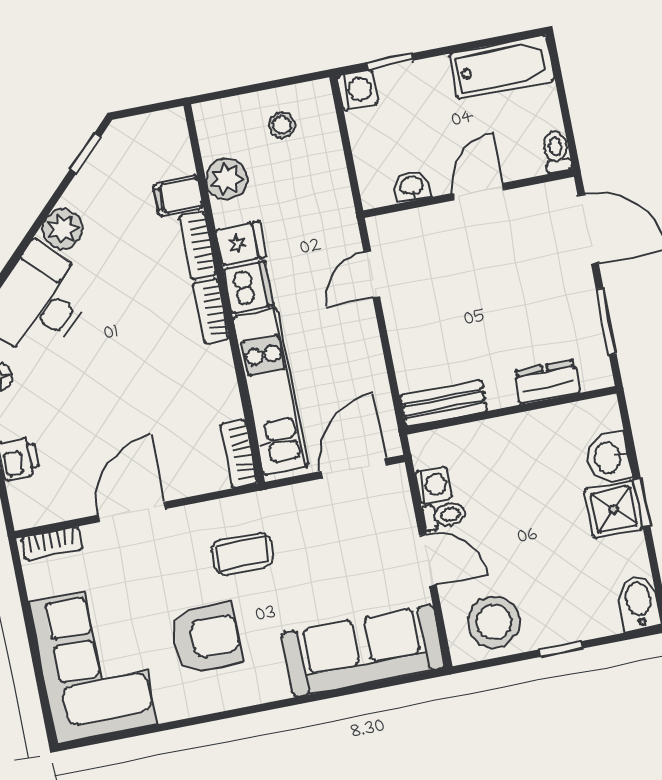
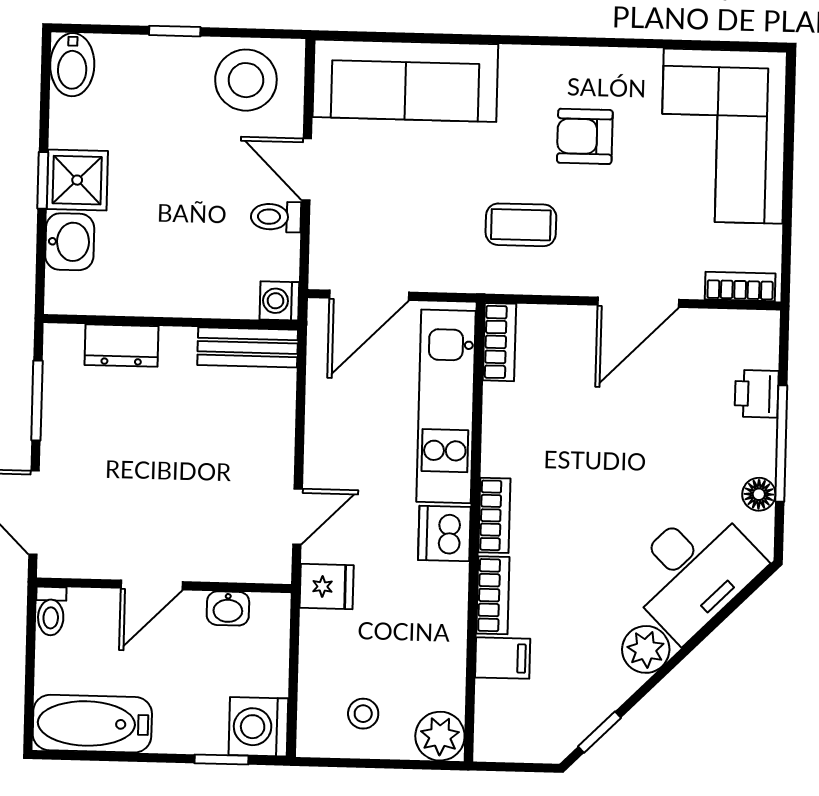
washing machine: (357, 90) -> (258, 727), width x1.38, depth x1.38
plant: (227, 179) -> (440, 736), moved
fridge: (241, 243) -> (327, 587), moved, turned 180
washing machine: (433, 485) -> (279, 301), moved
armchair: (206, 638) -> (585, 136), width x0.72, depth x0.72

